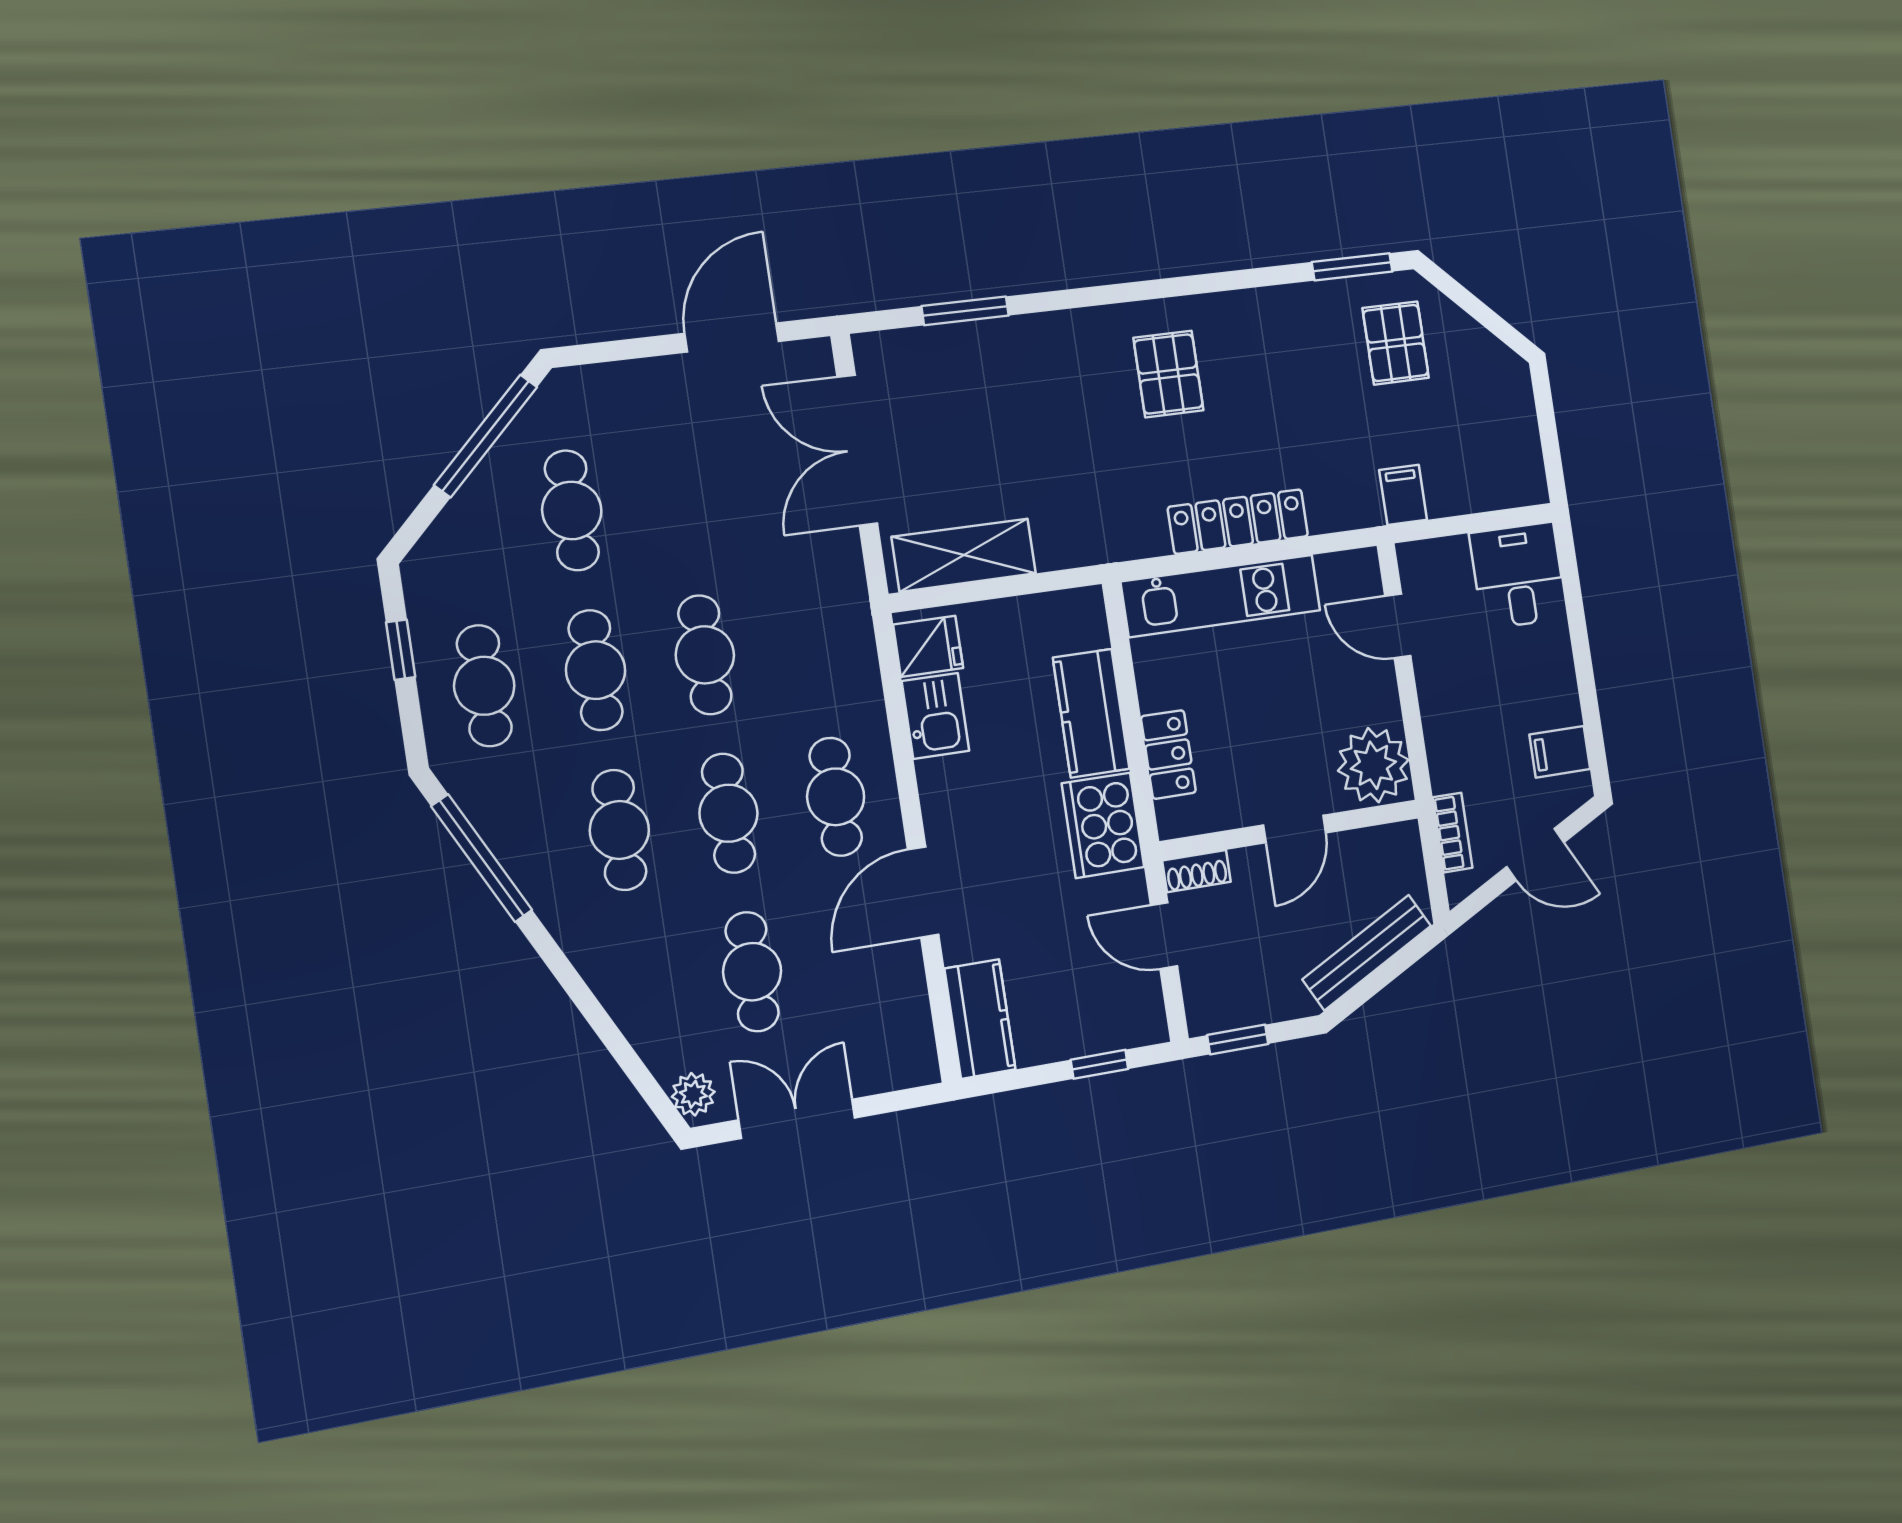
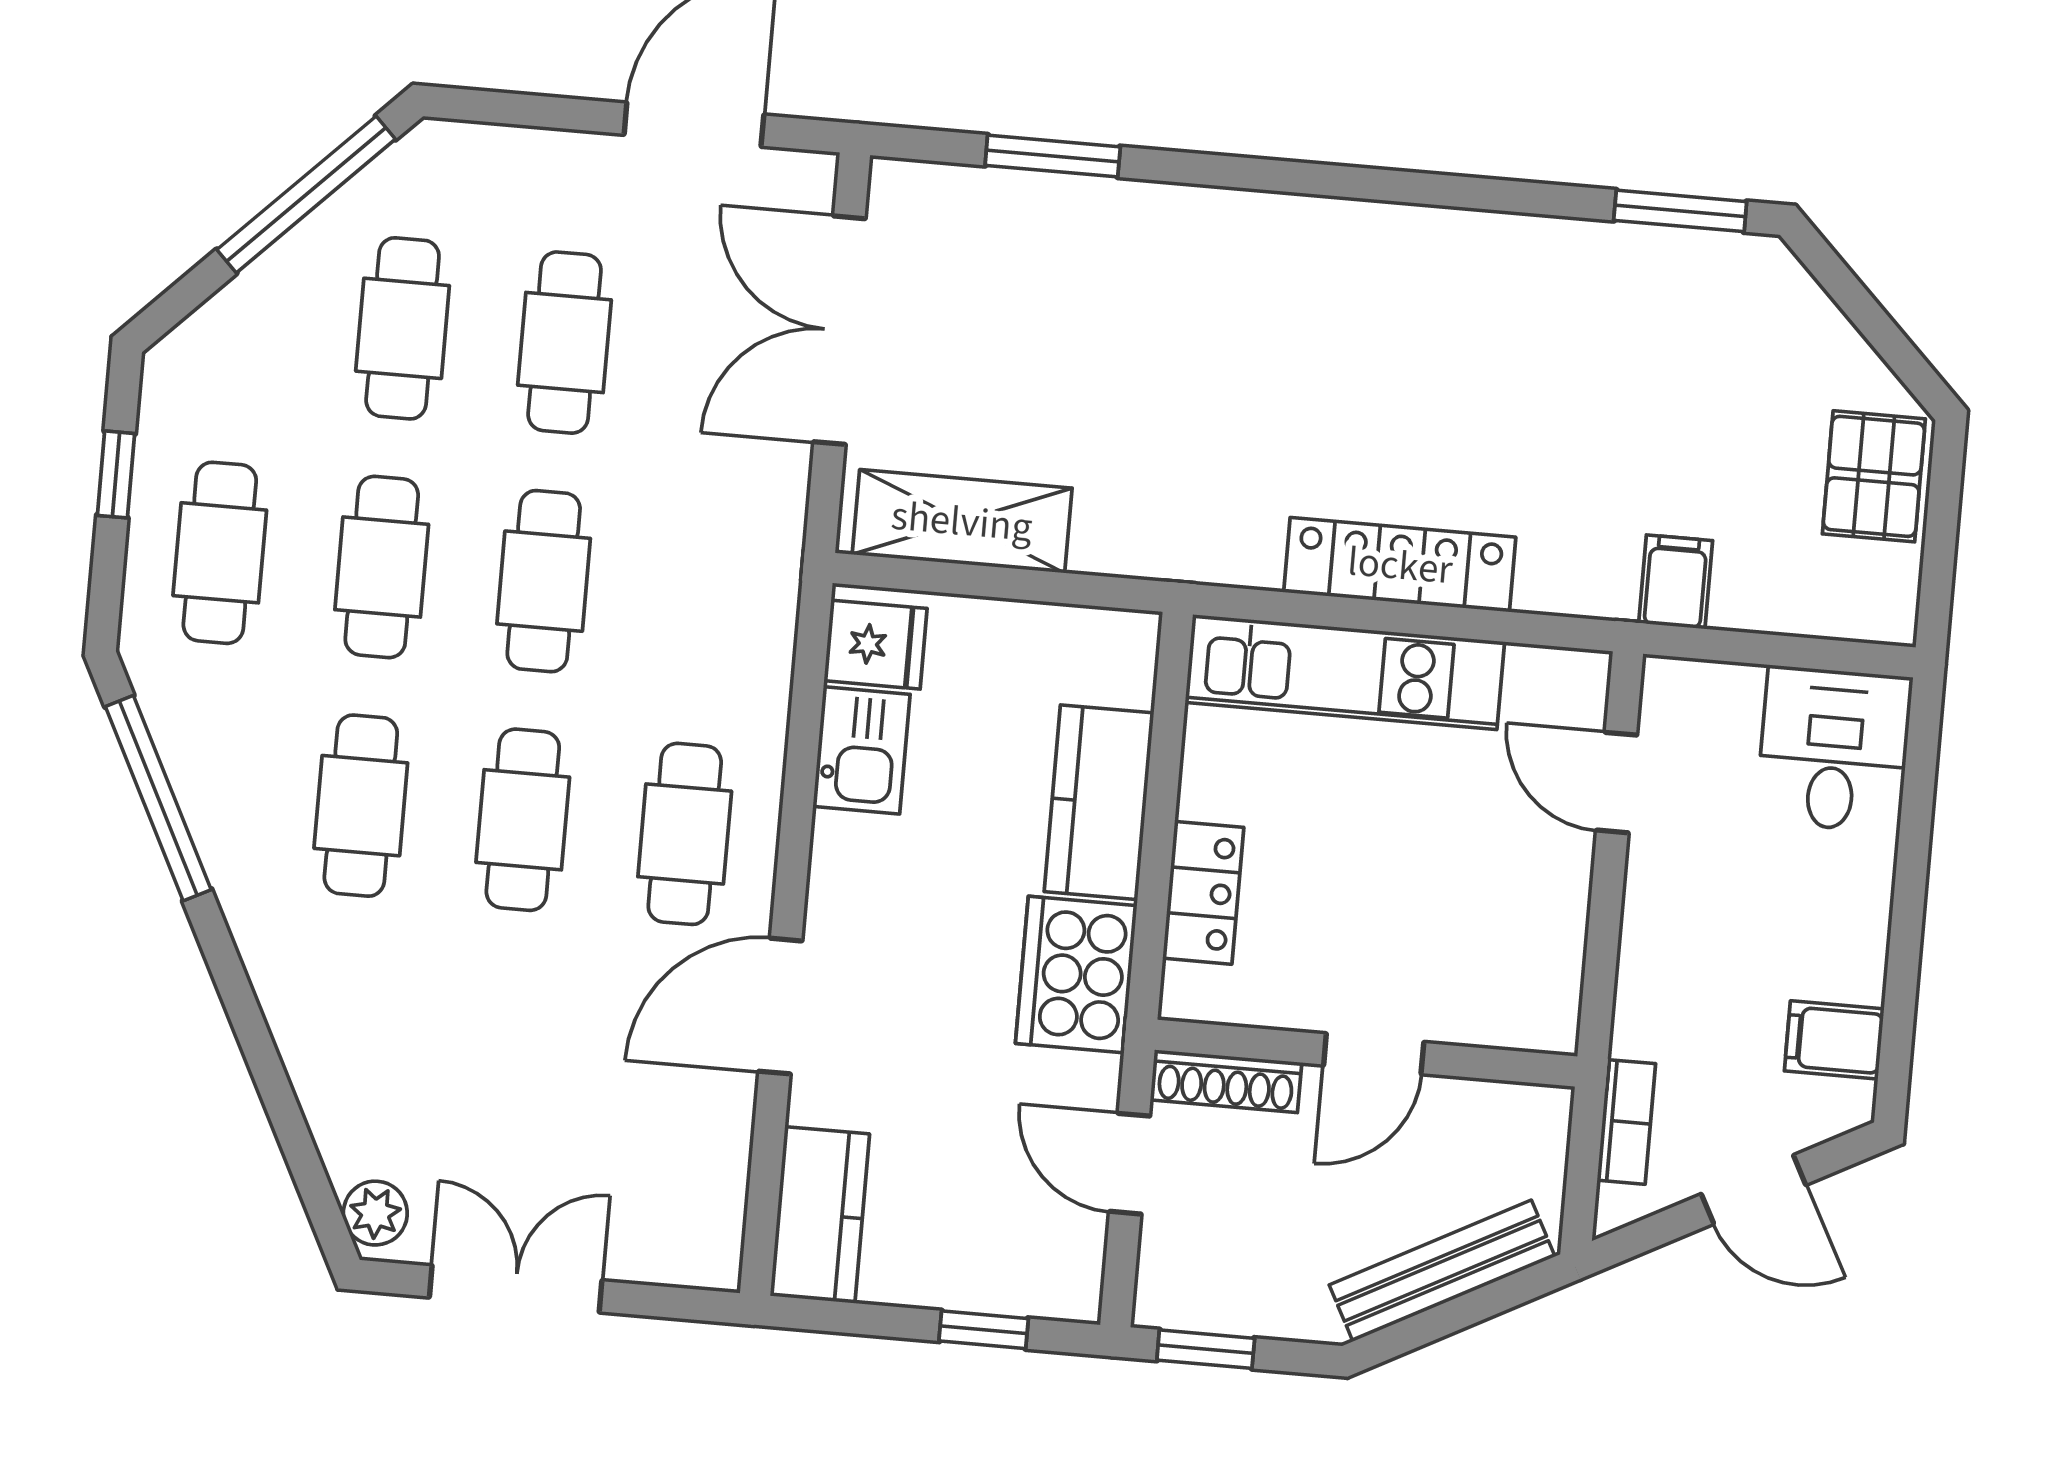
pallet: (1396, 343) -> (1874, 476), moved
pallet: (1168, 374) -> (1345, 316), removed
plant: (1373, 765) -> (1524, 987), removed
shoe rack: (1197, 871) -> (1226, 1081), width x1.43
cafe table: (752, 972) -> (565, 343), moved

